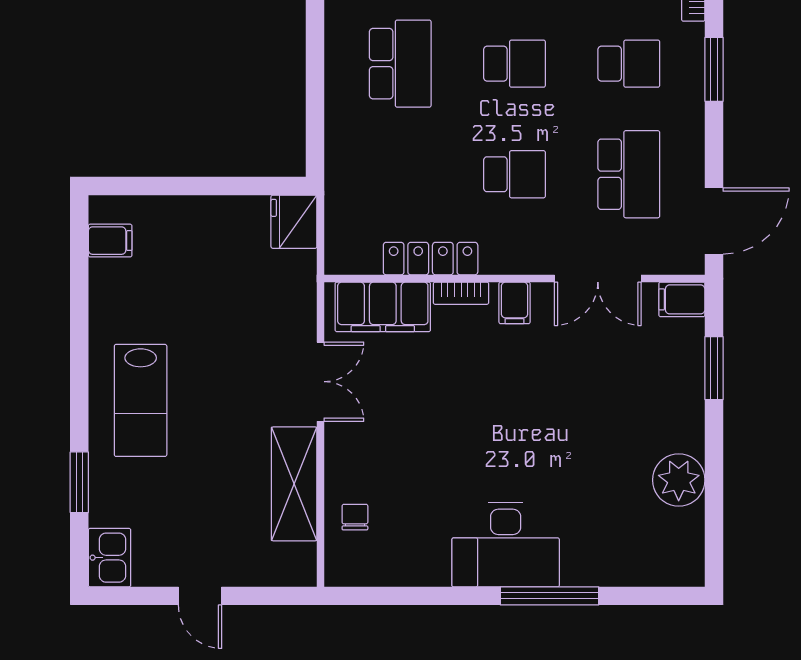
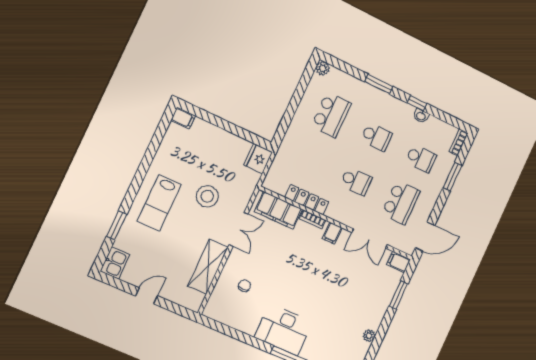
filing cabinet: (110, 241) -> (183, 118), moved
stool: (228, 344) -> (207, 196), added
plant: (679, 480) -> (369, 336), width x0.53, depth x0.53
chair: (355, 517) -> (244, 286), moved
door: (200, 596) -> (147, 296), swing flipped

